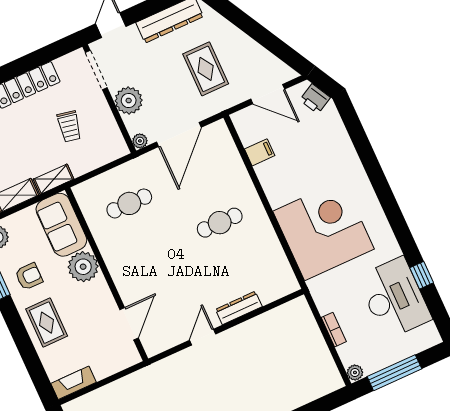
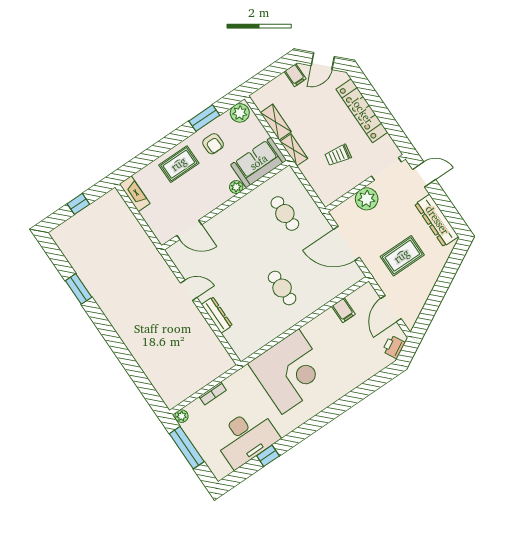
plant: (140, 141) -> (336, 213), removed
plant: (83, 267) -> (236, 187), width x0.53, depth x0.53

